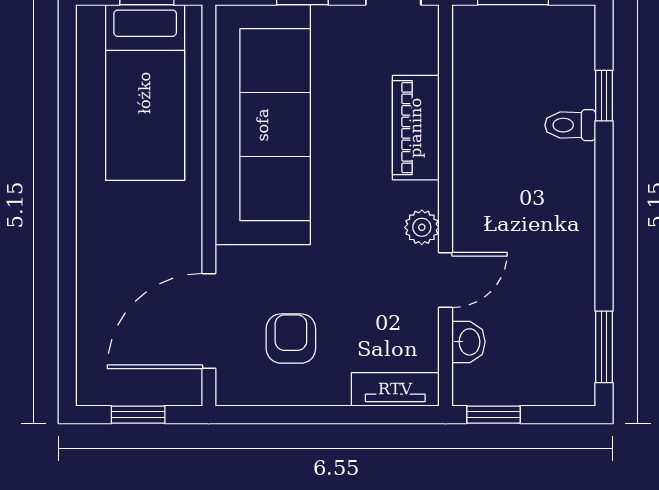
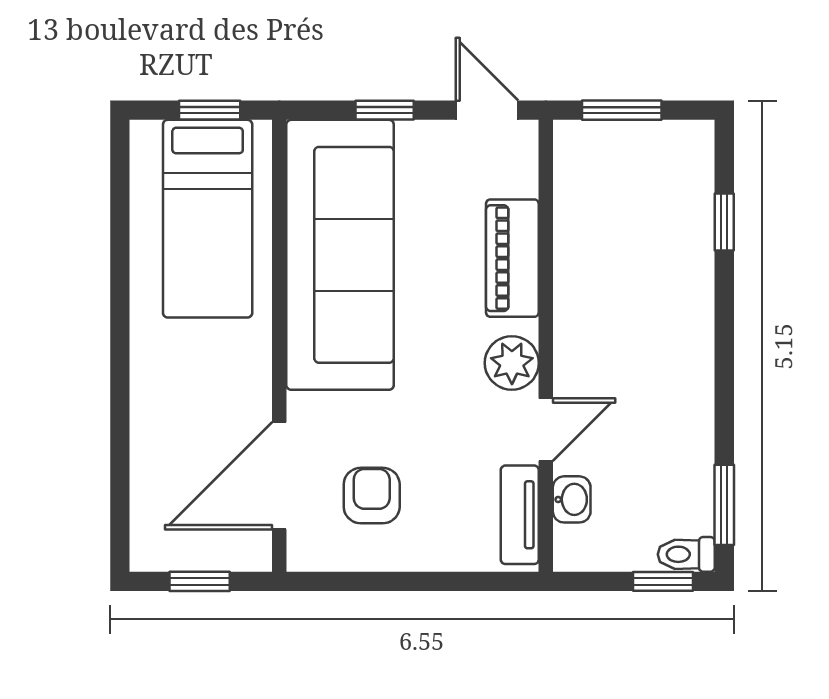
toilet: (570, 125) -> (686, 554), moved
plant: (422, 227) -> (512, 363), width x1.38, depth x1.38
tv unit: (395, 389) -> (520, 515), moved, turned -90
window: (493, 415) -> (663, 581), moved

